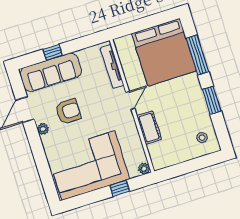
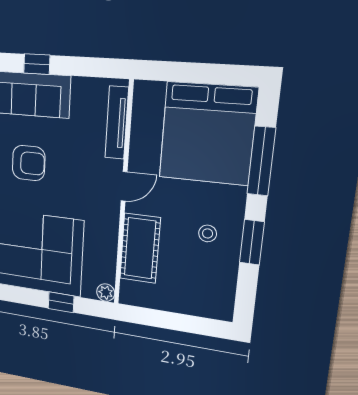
cot: (149, 128) -> (140, 248), width x1.37, depth x1.34
stool: (202, 138) -> (208, 233), moved

